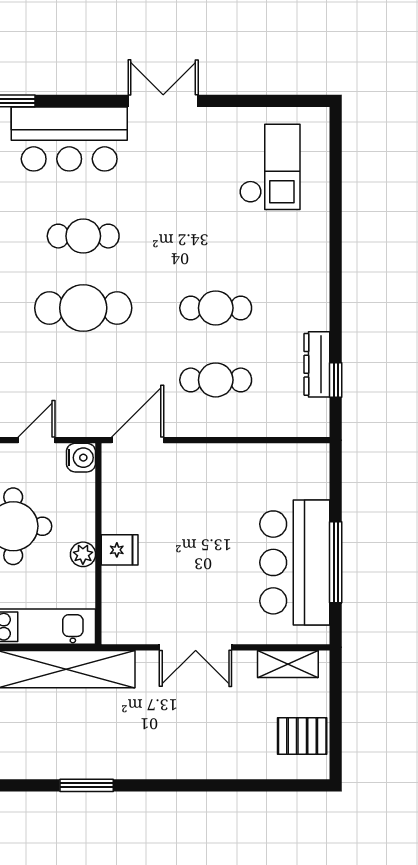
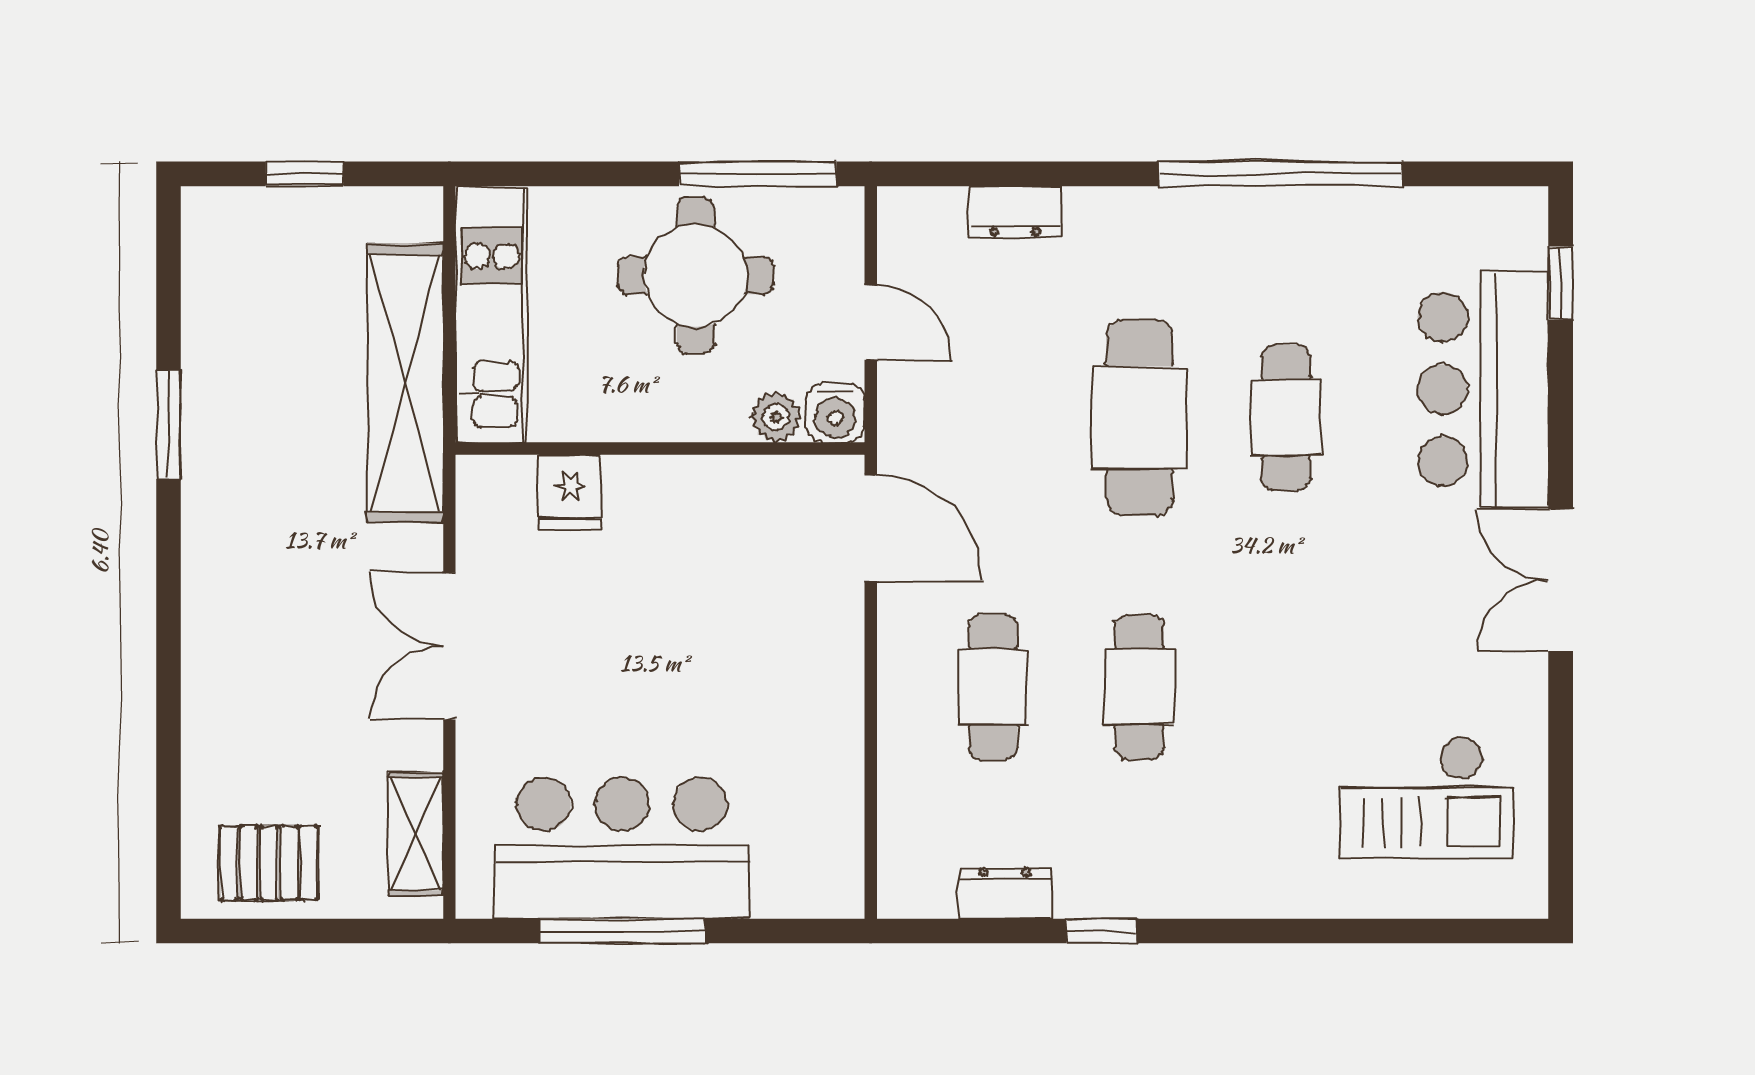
double door: (163, 101) -> (1561, 580), swing flipped
dresser: (317, 364) -> (1005, 893), width x0.70
window: (336, 380) -> (1102, 931), moved
fridge: (120, 550) -> (570, 492), moved
plant: (83, 554) -> (776, 417), moved
pallet: (302, 736) -> (269, 863), turned 90

